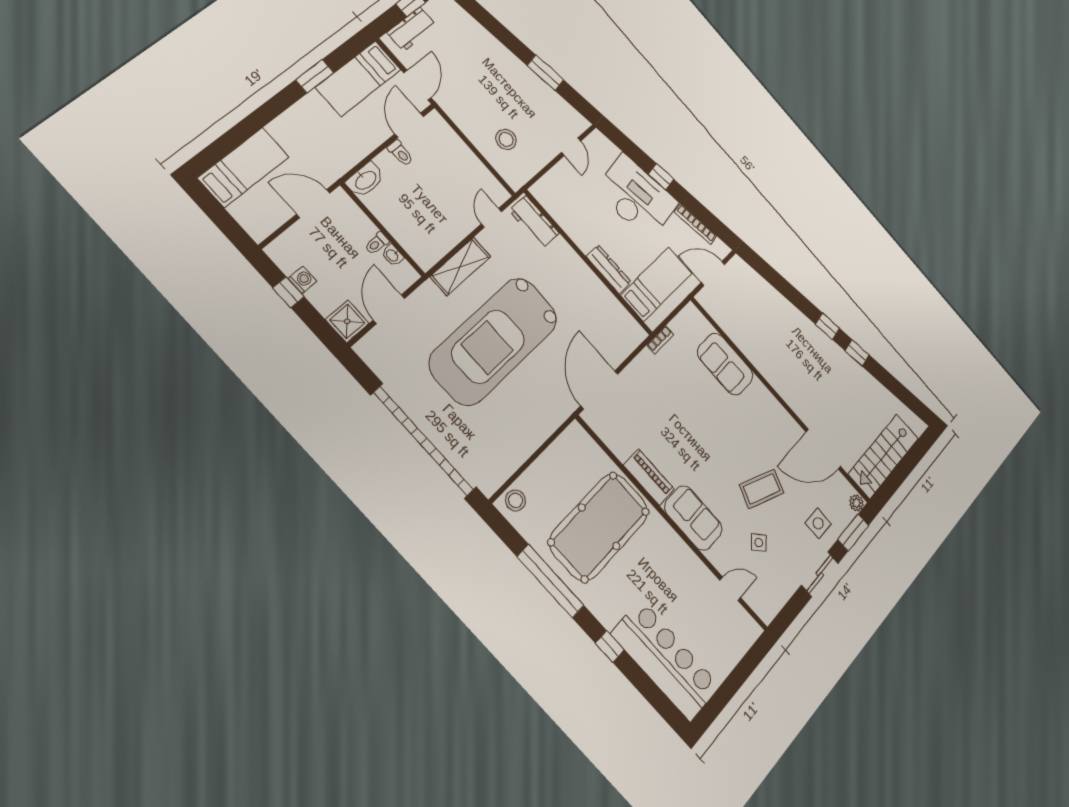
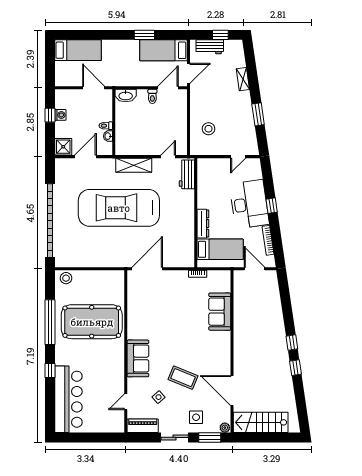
shelving: (488, 41) -> (243, 79), added
piano: (649, 477) -> (143, 426), moved, turned -90
door: (730, 589) -> (126, 402), swing flipped

